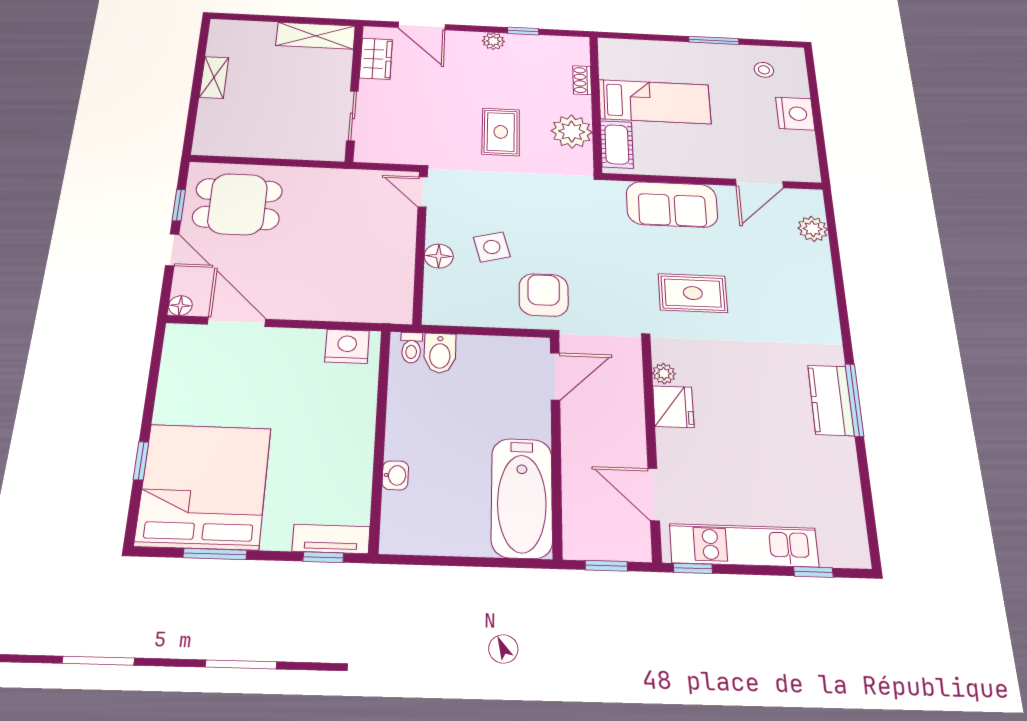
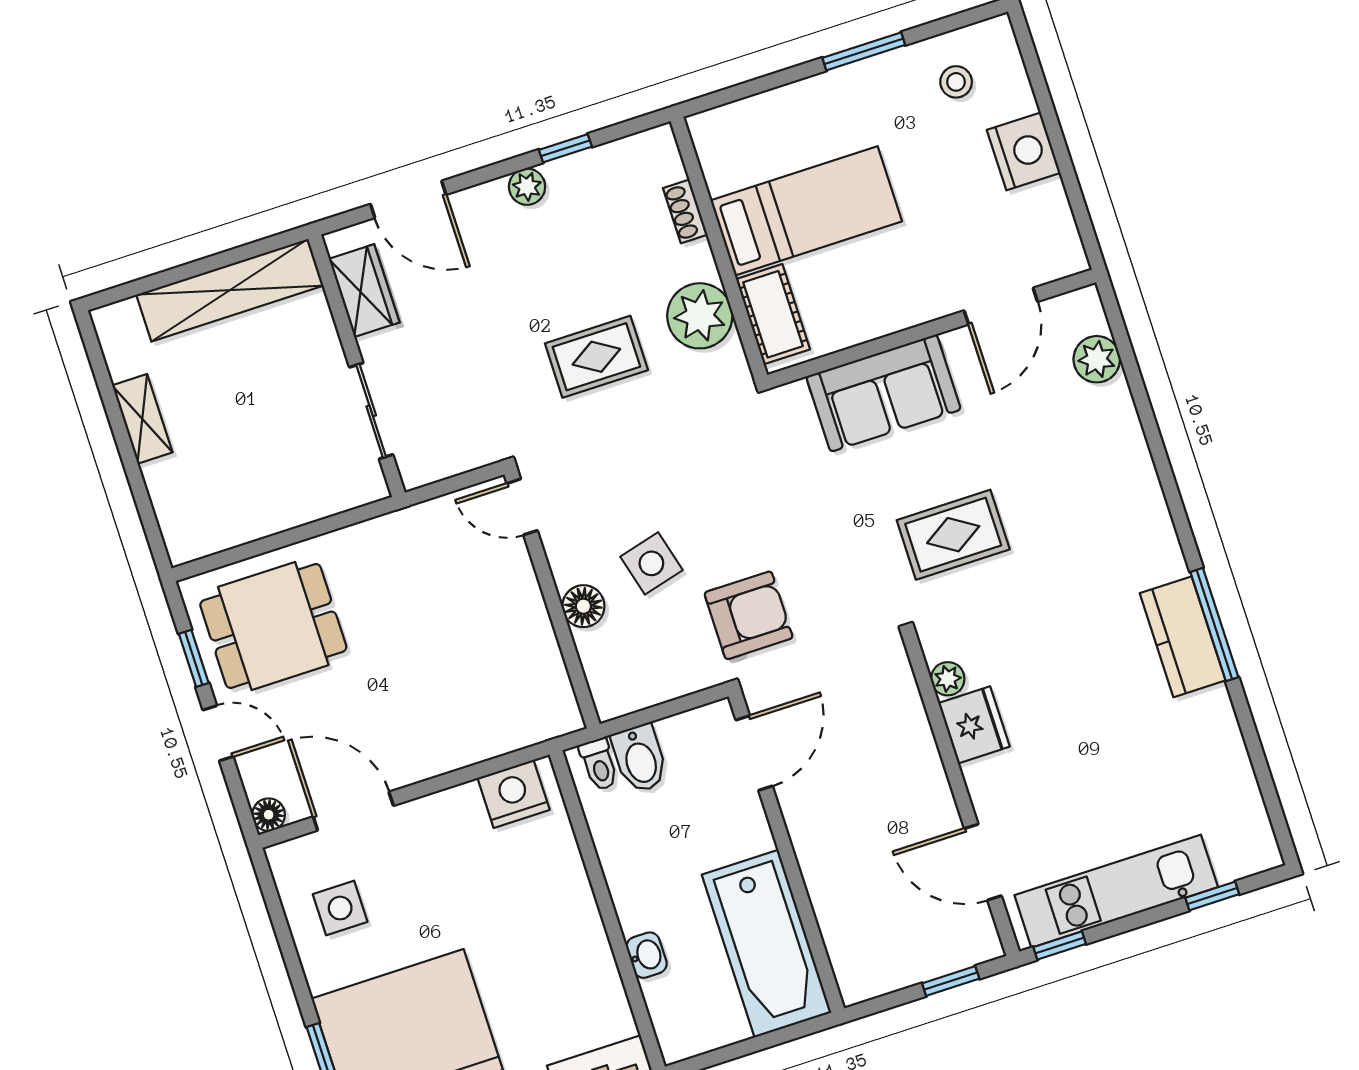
shelving: (316, 36) -> (230, 290), width x1.47
rug: (501, 132) -> (596, 357), turned 90
armchair: (544, 295) -> (749, 615), turned 90
side table: (199, 376) -> (340, 908), added
door: (555, 376) -> (754, 753), moved
wall: (556, 444) -> (786, 852), moved
bathtub: (522, 498) -> (767, 944), moved

